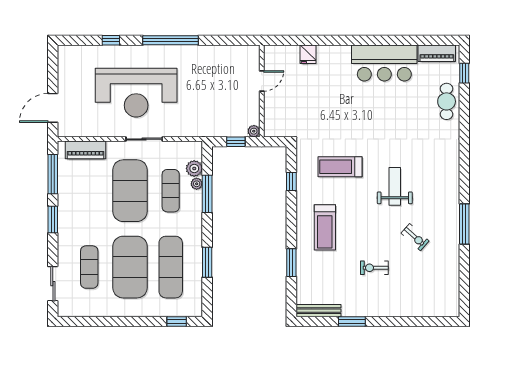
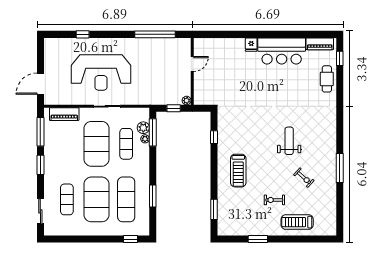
window: (170, 40) -> (155, 34), moved
fridge: (308, 54) -> (251, 45), moved
treadmill: (340, 167) -> (297, 222), moved
window: (207, 194) -> (153, 132), moved
window: (291, 263) -> (214, 209), moved
bench: (318, 311) -> (234, 231), removed

